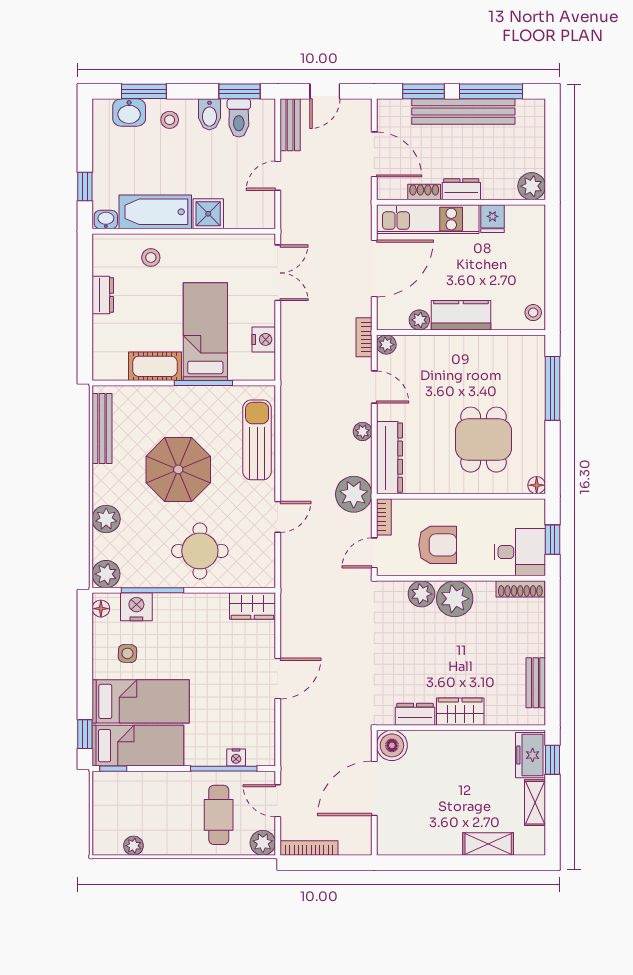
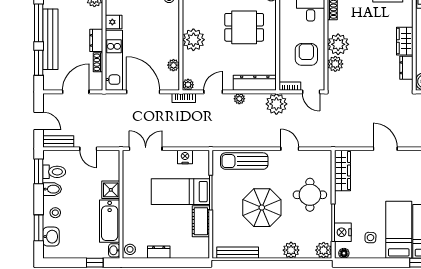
stool: (151, 258) -> (130, 249), moved
kitchen counter: (461, 315) -> (171, 41), removed
plant: (462, 354) -> (193, 40), added
wardrobe: (252, 606) -> (342, 170), width x1.50

